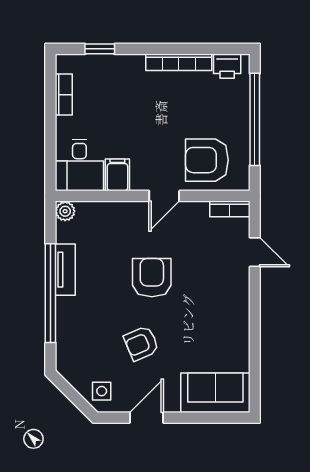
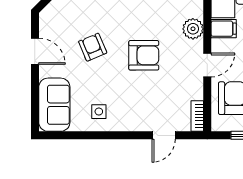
door: (164, 196) -> (207, 65), swing flipped
plant: (118, 214) -> (193, 29), added
side table: (102, 391) -> (99, 112), moved

